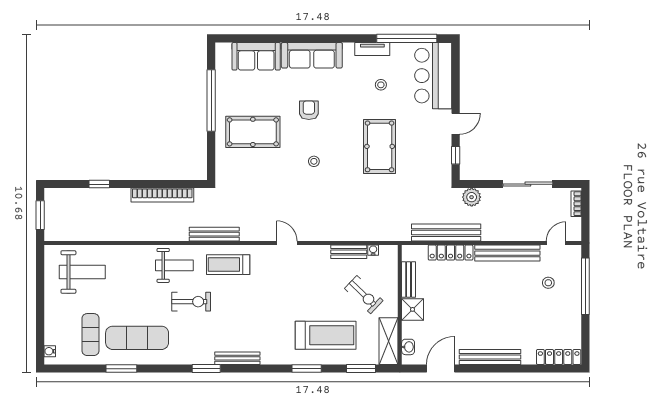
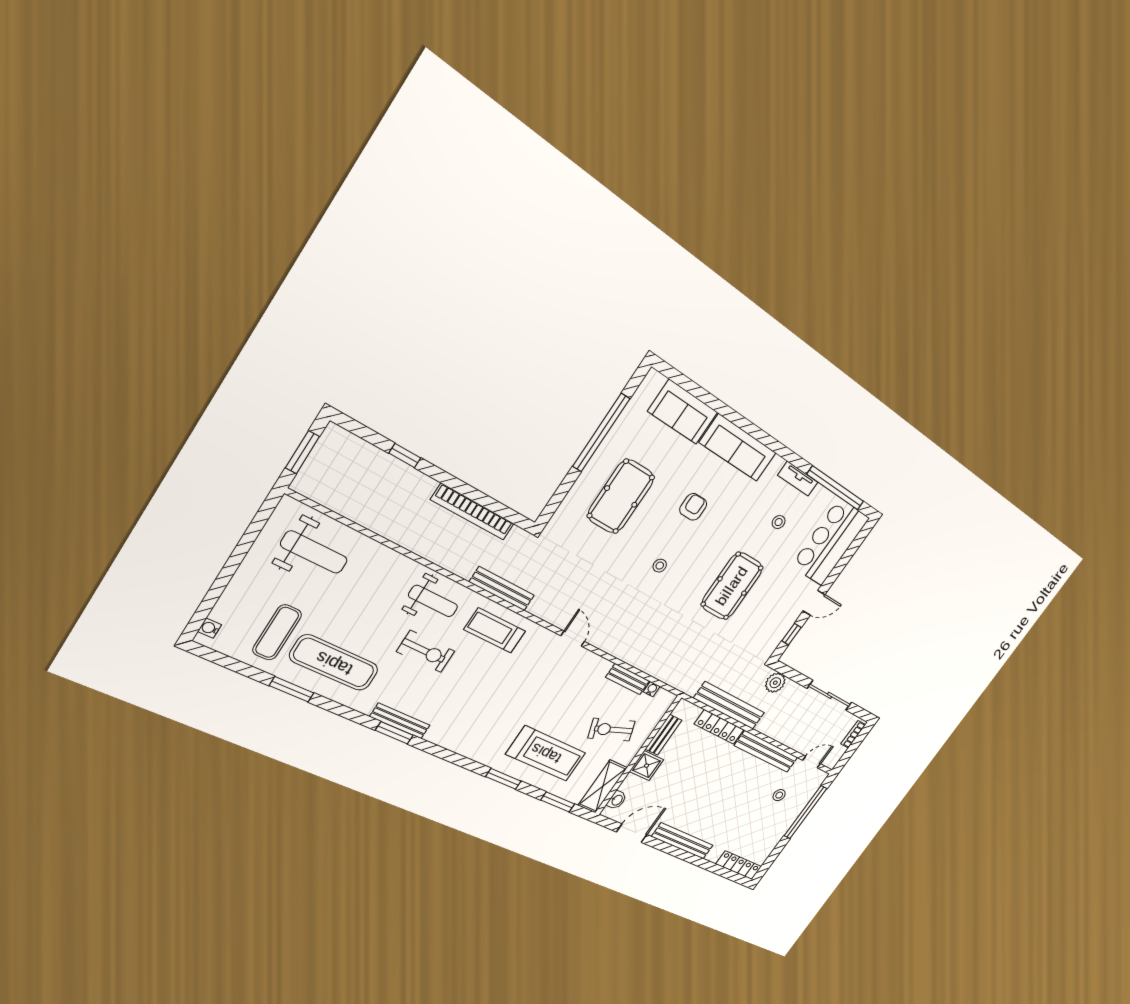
pool table: (253, 132) -> (621, 496), turned 90
exercise bike: (364, 295) -> (612, 730), turned 116
bench: (237, 358) -> (400, 721), moved

